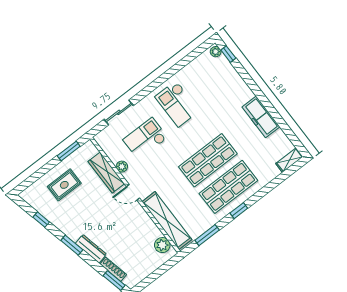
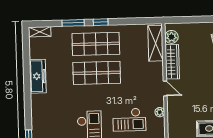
wardrobe: (106, 173) -> (172, 62), moved
shelving: (167, 221) -> (156, 43), width x0.68
window: (207, 235) -> (73, 23), moved

